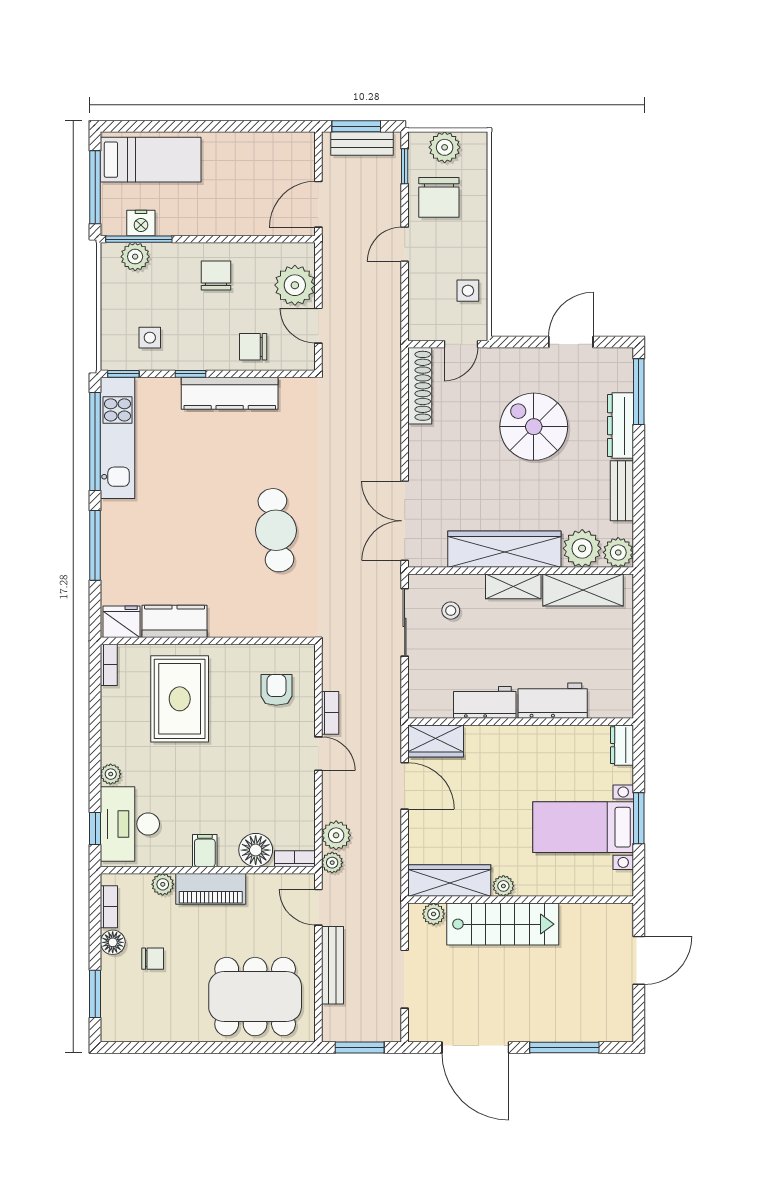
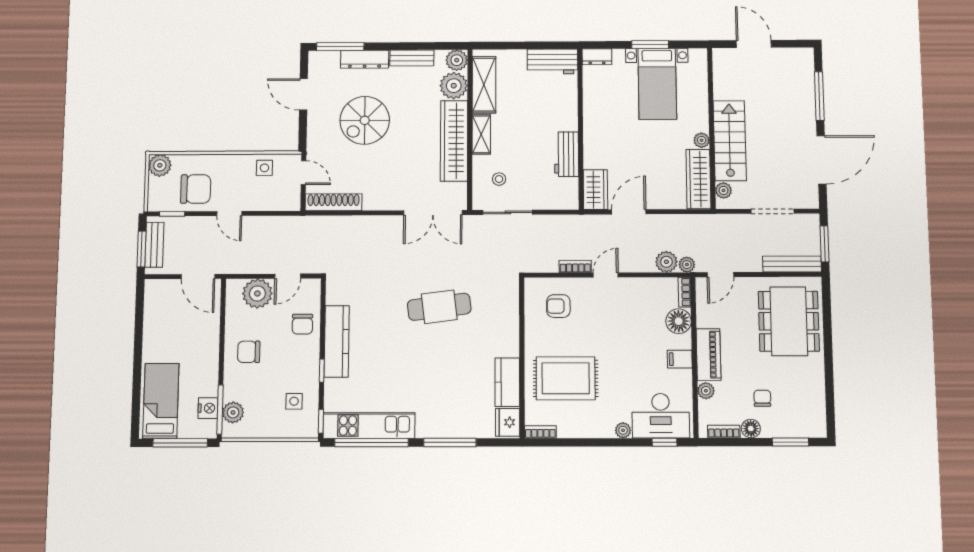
plant: (445, 147) -> (160, 165), moved
workbench: (553, 701) -> (552, 62), moved, turned -90
bench: (332, 965) -> (792, 264), moved

